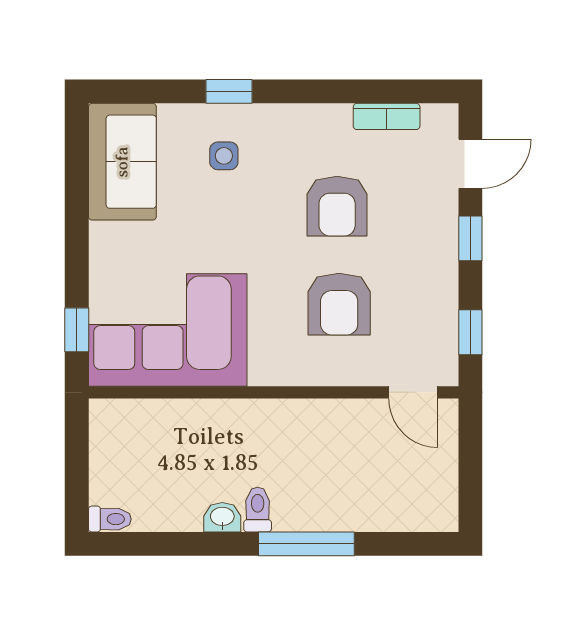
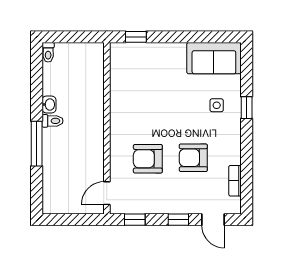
corner sofa: (168, 330) -> (136, 79), removed

